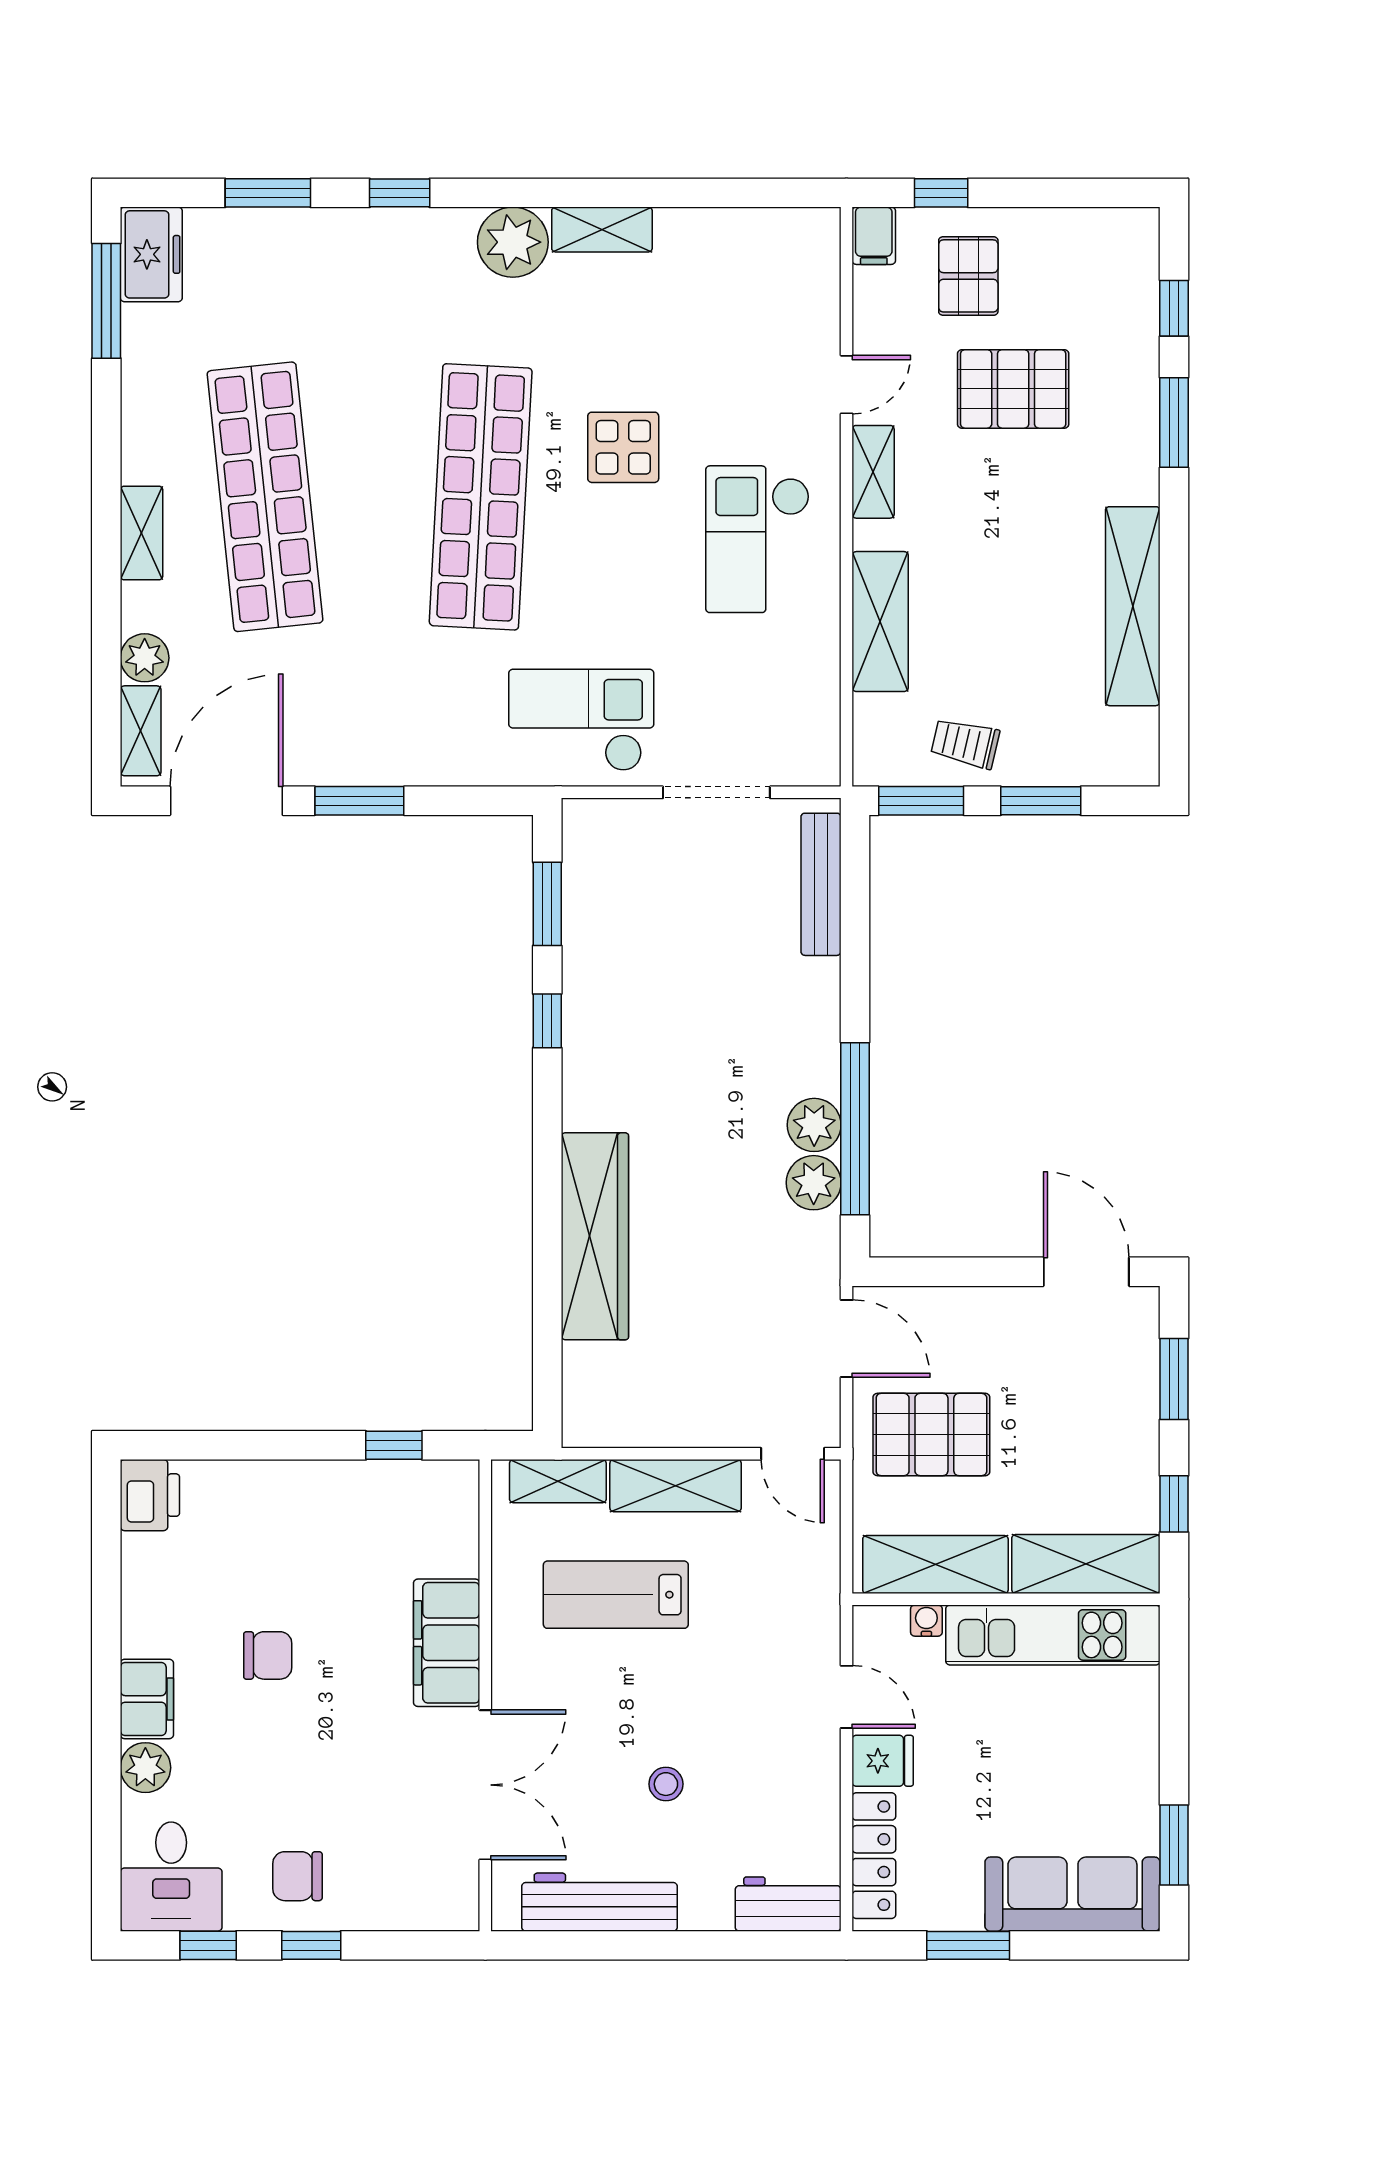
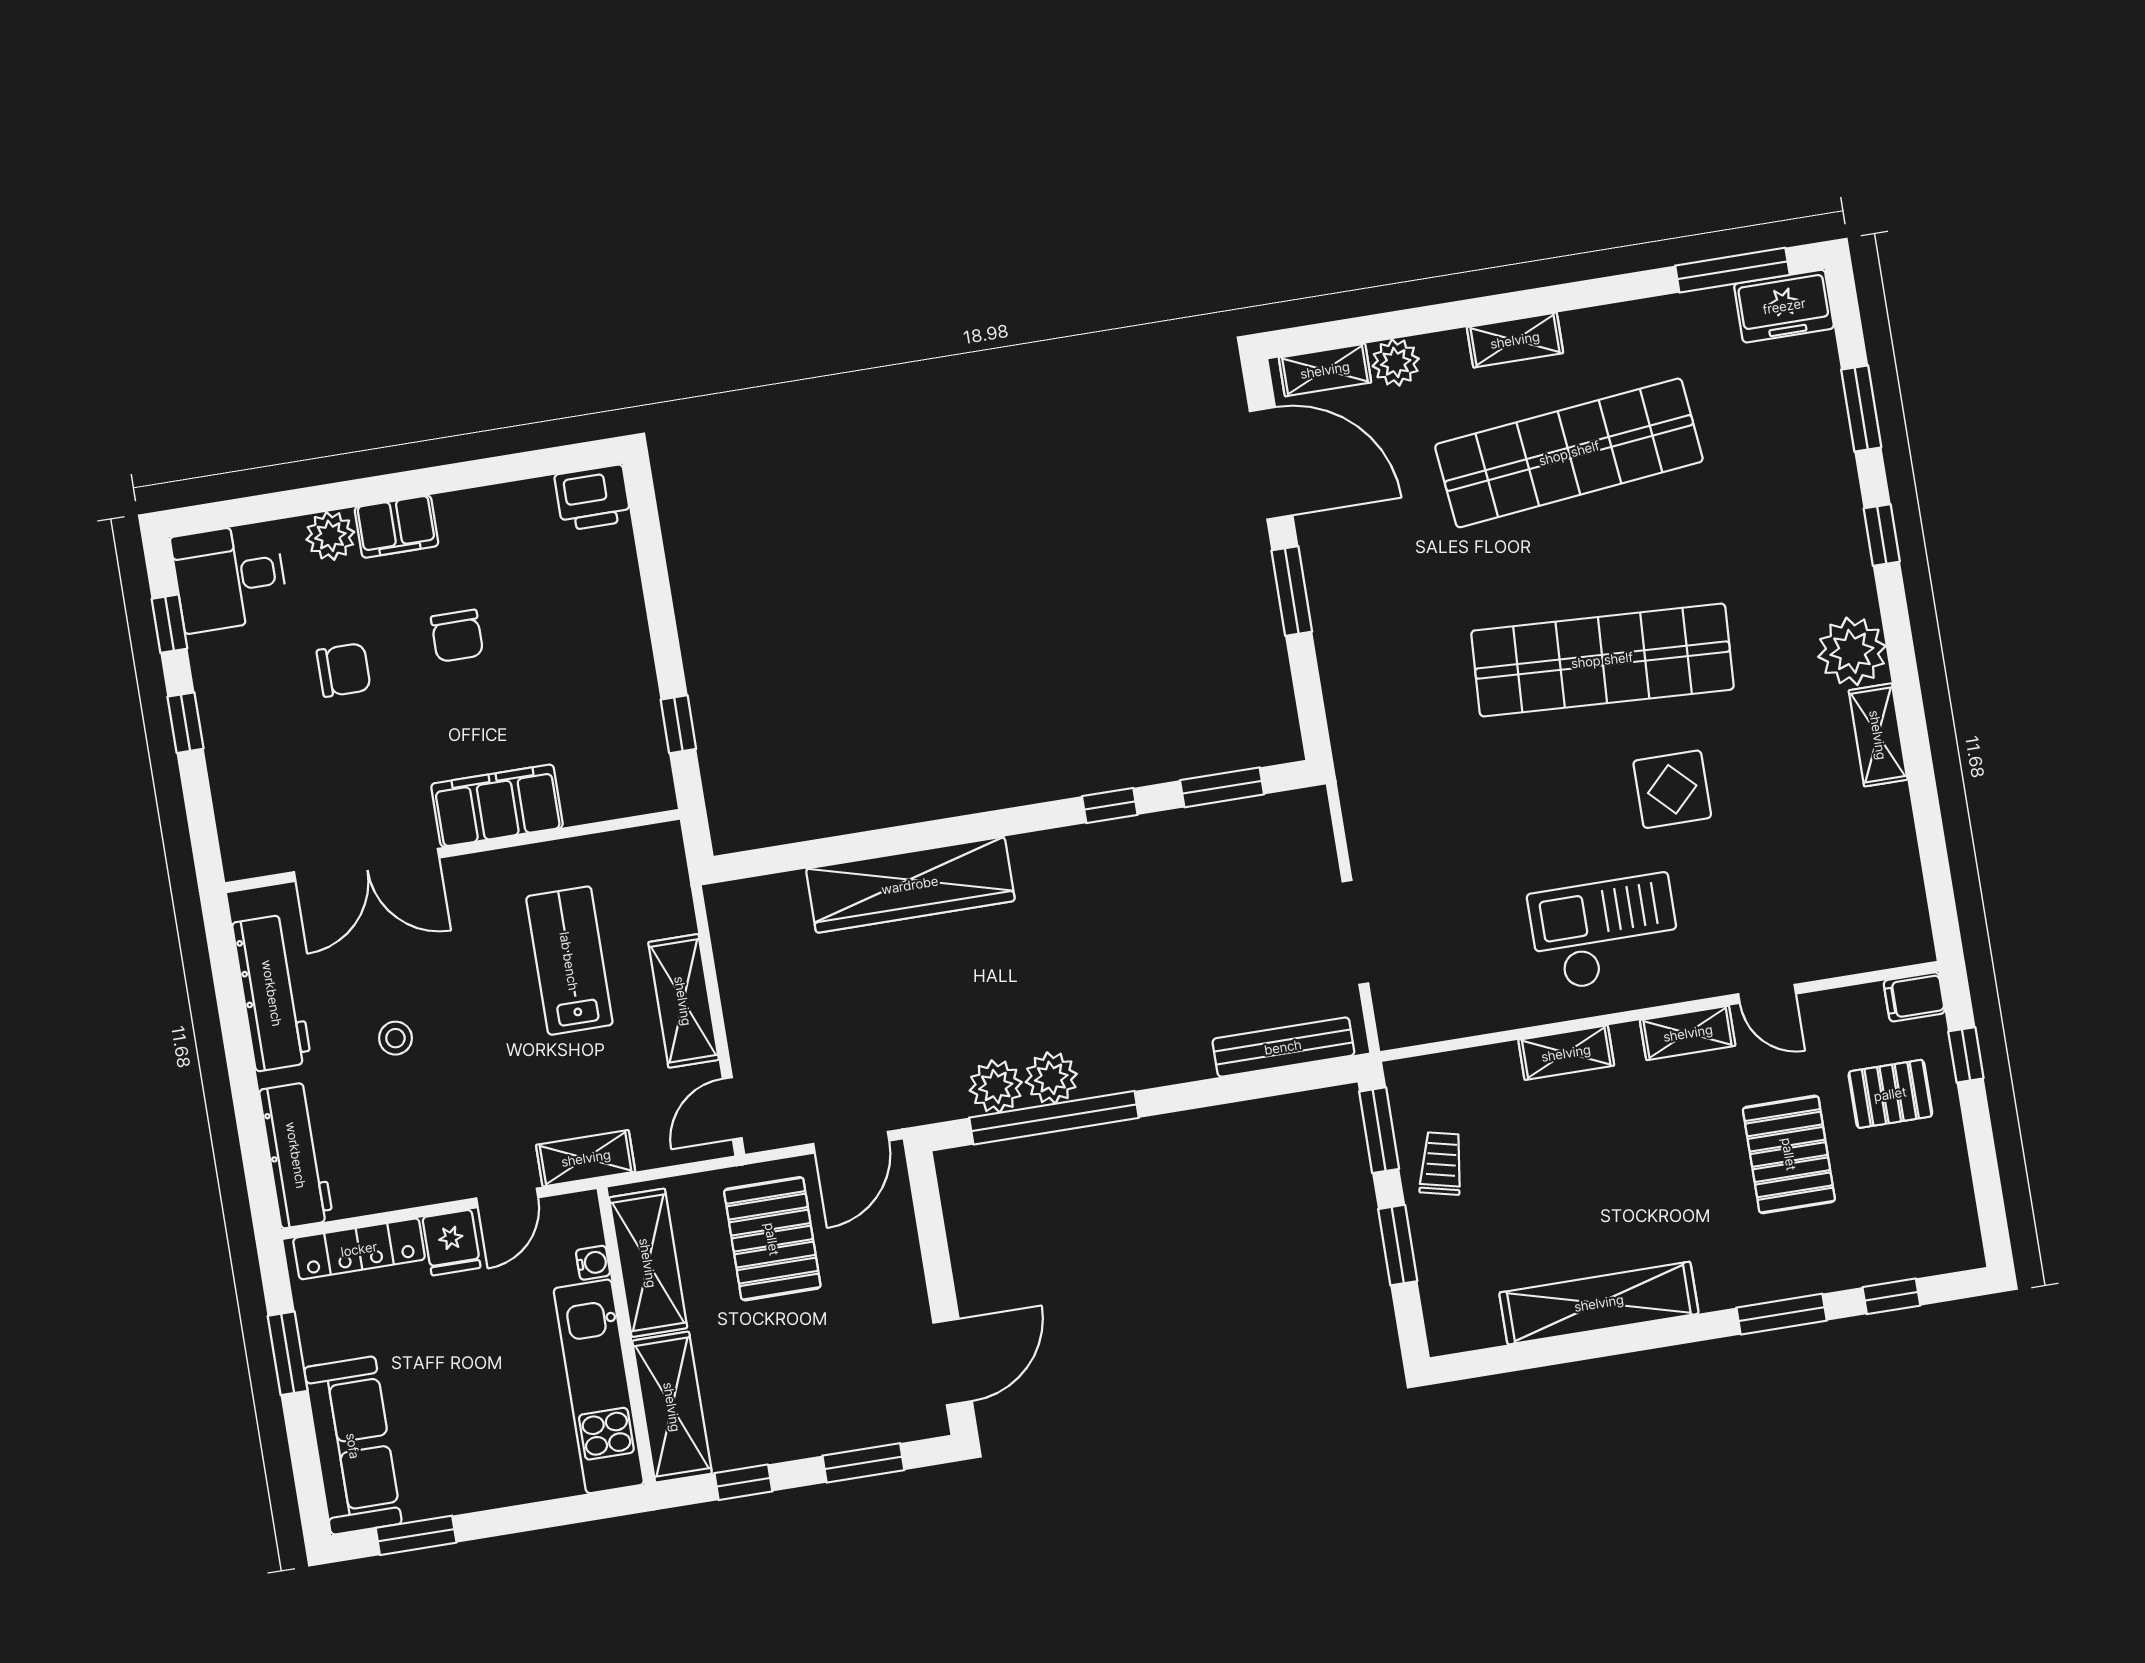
shelving: (880, 622) -> (1566, 1053), width x0.67, depth x0.75
checkout: (581, 720) -> (1404, 791), removed
shelving: (558, 1481) -> (586, 1158), moved, turned 90
chair: (297, 1876) -> (344, 670), moved, turned 90
workbench: (788, 1904) -> (296, 1155), width x1.38

